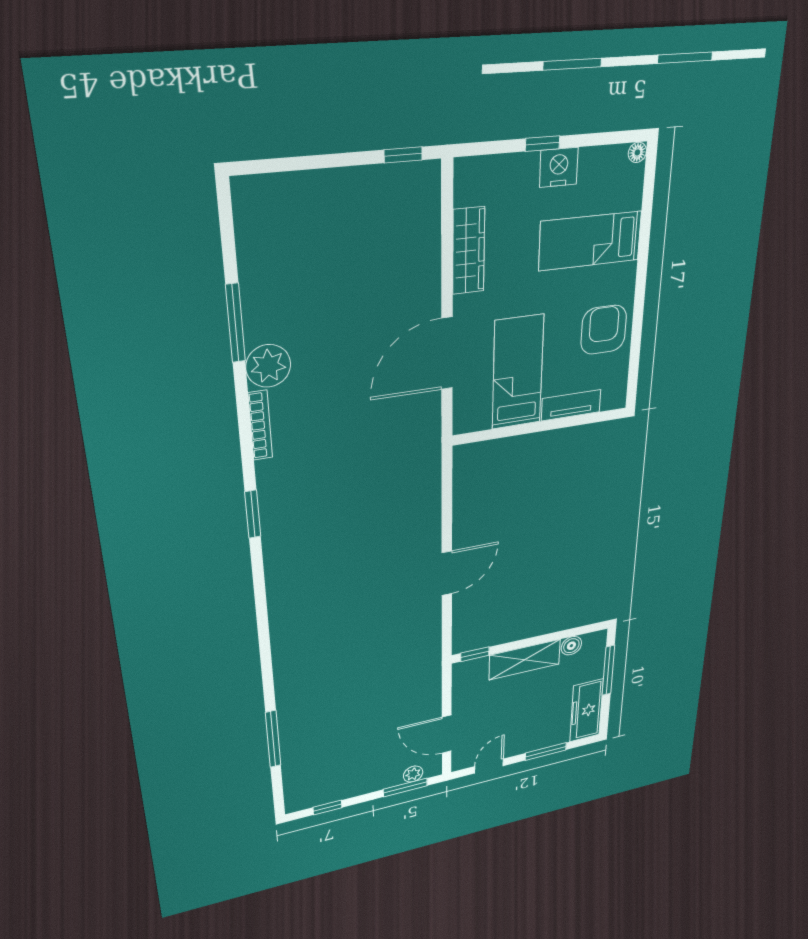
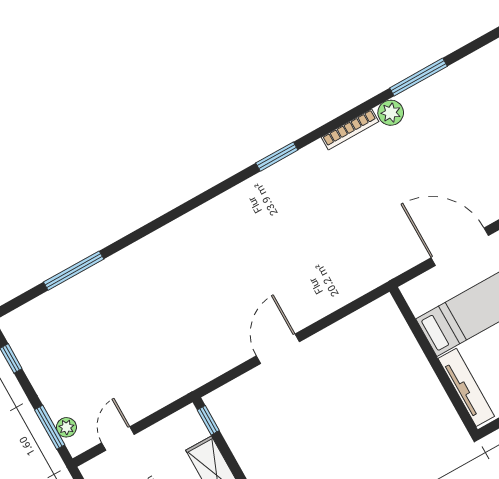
plant: (268, 366) -> (391, 113), width x0.73, depth x0.73
tv unit: (571, 405) -> (466, 387), width x1.41
door: (447, 573) -> (278, 349), swing flipped
door: (447, 734) -> (118, 439), width x0.73

